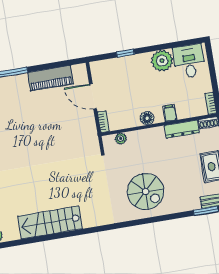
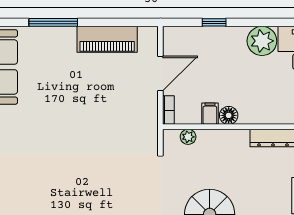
door: (93, 96) -> (160, 73), swing flipped
filing cabinet: (170, 113) -> (210, 114), moved

